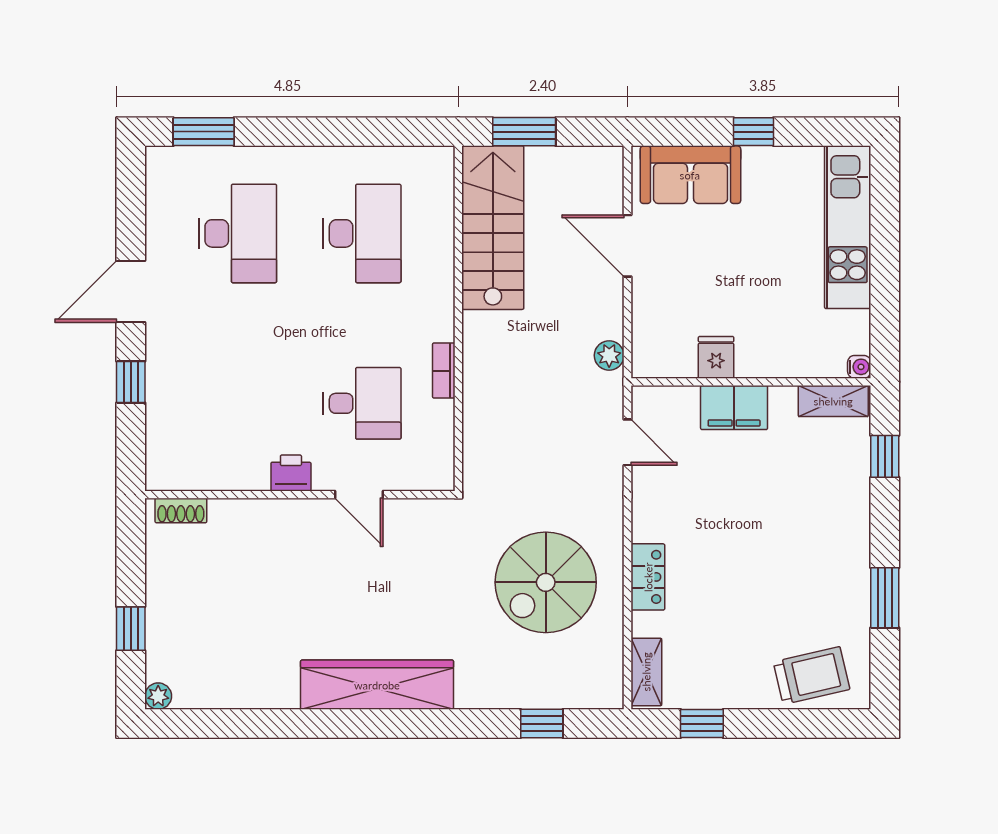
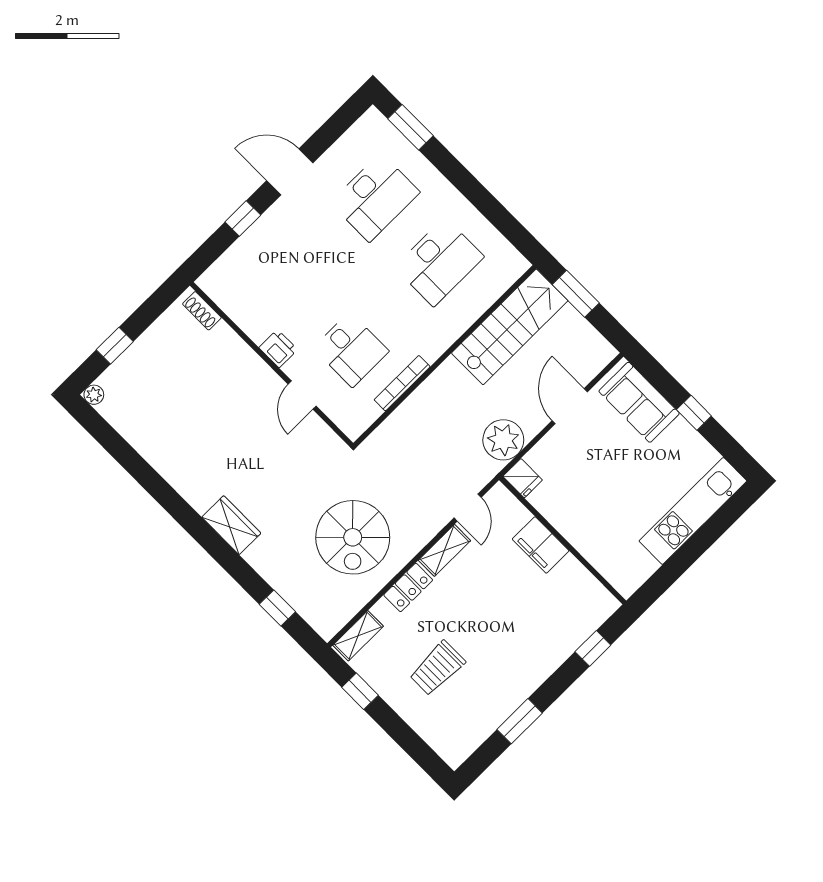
plant: (609, 355) -> (503, 440), width x1.88, depth x1.88
fridge: (716, 357) -> (523, 478), moved, turned 90
water cooler: (859, 367) -> (626, 589), removed
bookcase: (444, 371) -> (402, 383), width x1.56
shelving: (833, 401) -> (444, 550), moved, turned 90
spiral stairs: (546, 582) -> (353, 537), turned -90
trolley: (812, 676) -> (437, 668), moved, turned 103
wardrobe: (377, 685) -> (231, 525), width x0.48, depth x0.85

